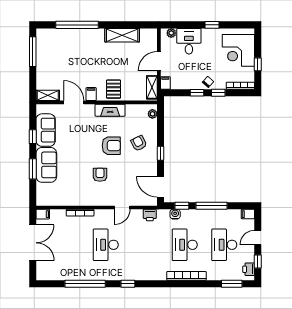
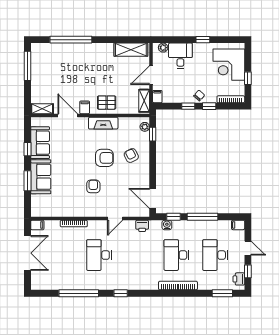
shelving: (122, 35) -> (131, 50), moved
pallet: (114, 89) -> (107, 103), turned 90
window: (161, 153) -> (153, 134), moved
door: (258, 238) -> (248, 248), swing flipped

